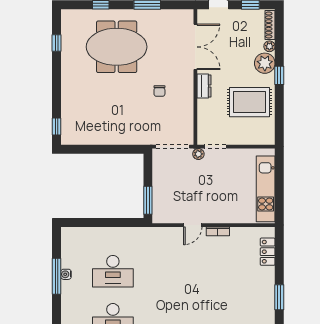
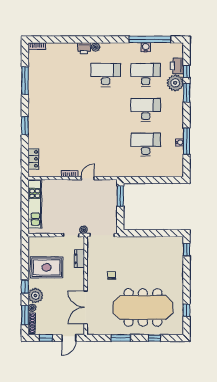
window: (279, 36) -> (25, 315), added
meeting table: (117, 47) -> (143, 308), width x1.36
dresser: (204, 86) -> (79, 259), moved

